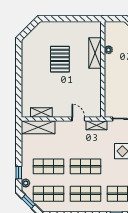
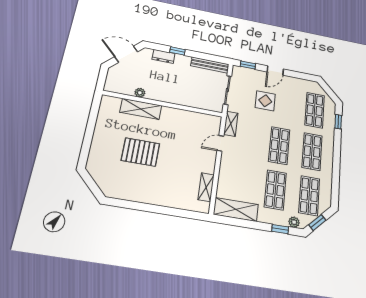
shelving: (38, 127) -> (236, 209), moved, turned 90

